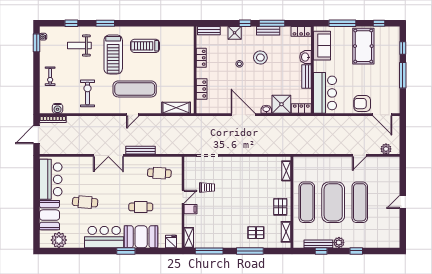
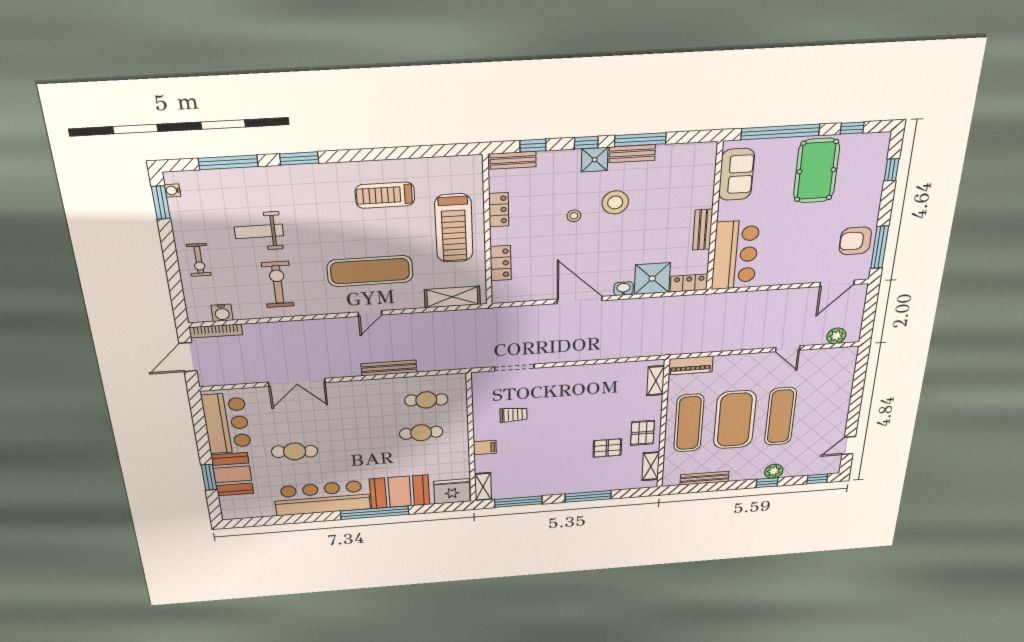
window: (71, 23) -> (228, 162), width x2.17
window: (219, 23) -> (533, 146), added
window: (342, 23) -> (780, 132), width x1.46
locker: (301, 31) -> (698, 151), removed
shower: (235, 33) -> (595, 160), moved
weight bench: (79, 46) -> (259, 231), moved
treadmill: (113, 54) -> (454, 228), moved
washbasin: (305, 57) -> (703, 196), removed
window: (403, 75) -> (880, 247), moved
armchair: (362, 104) -> (855, 241), moved
door: (382, 115) -> (837, 283), hinge flipped
double door: (108, 155) -> (297, 382), moved
door: (359, 155) -> (788, 349), hinge flipped
piano: (305, 162) -> (691, 365), added
door: (183, 197) -> (471, 431), removed
door: (403, 202) -> (849, 446), moved
cafe table: (141, 207) -> (421, 433), moved
window: (37, 216) -> (209, 477), added
pallet: (256, 233) -> (607, 448), moved
bar counter: (104, 237) -> (322, 498), width x1.36
plant: (59, 240) -> (255, 507), removed
fridge: (171, 242) -> (452, 491), width x1.88, depth x1.34
plant: (339, 243) -> (774, 471), moved
window: (126, 251) -> (375, 513), width x2.11
window: (321, 251) -> (817, 479), moved

